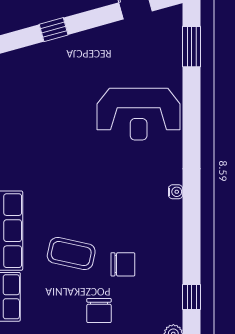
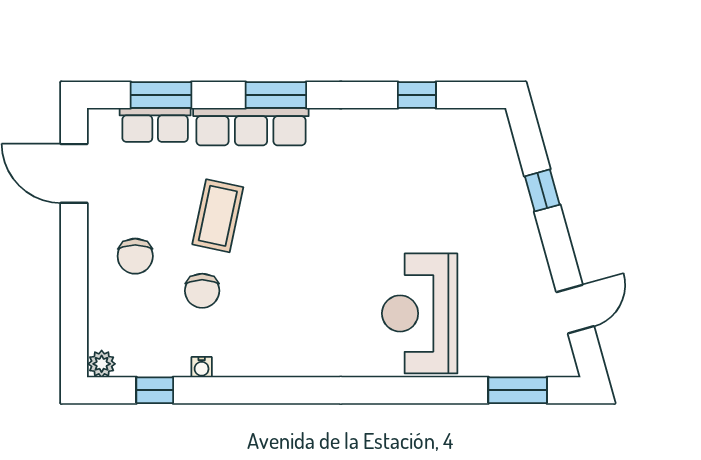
water cooler: (176, 192) -> (202, 367), moved
chair: (99, 311) -> (135, 256), turned -90

